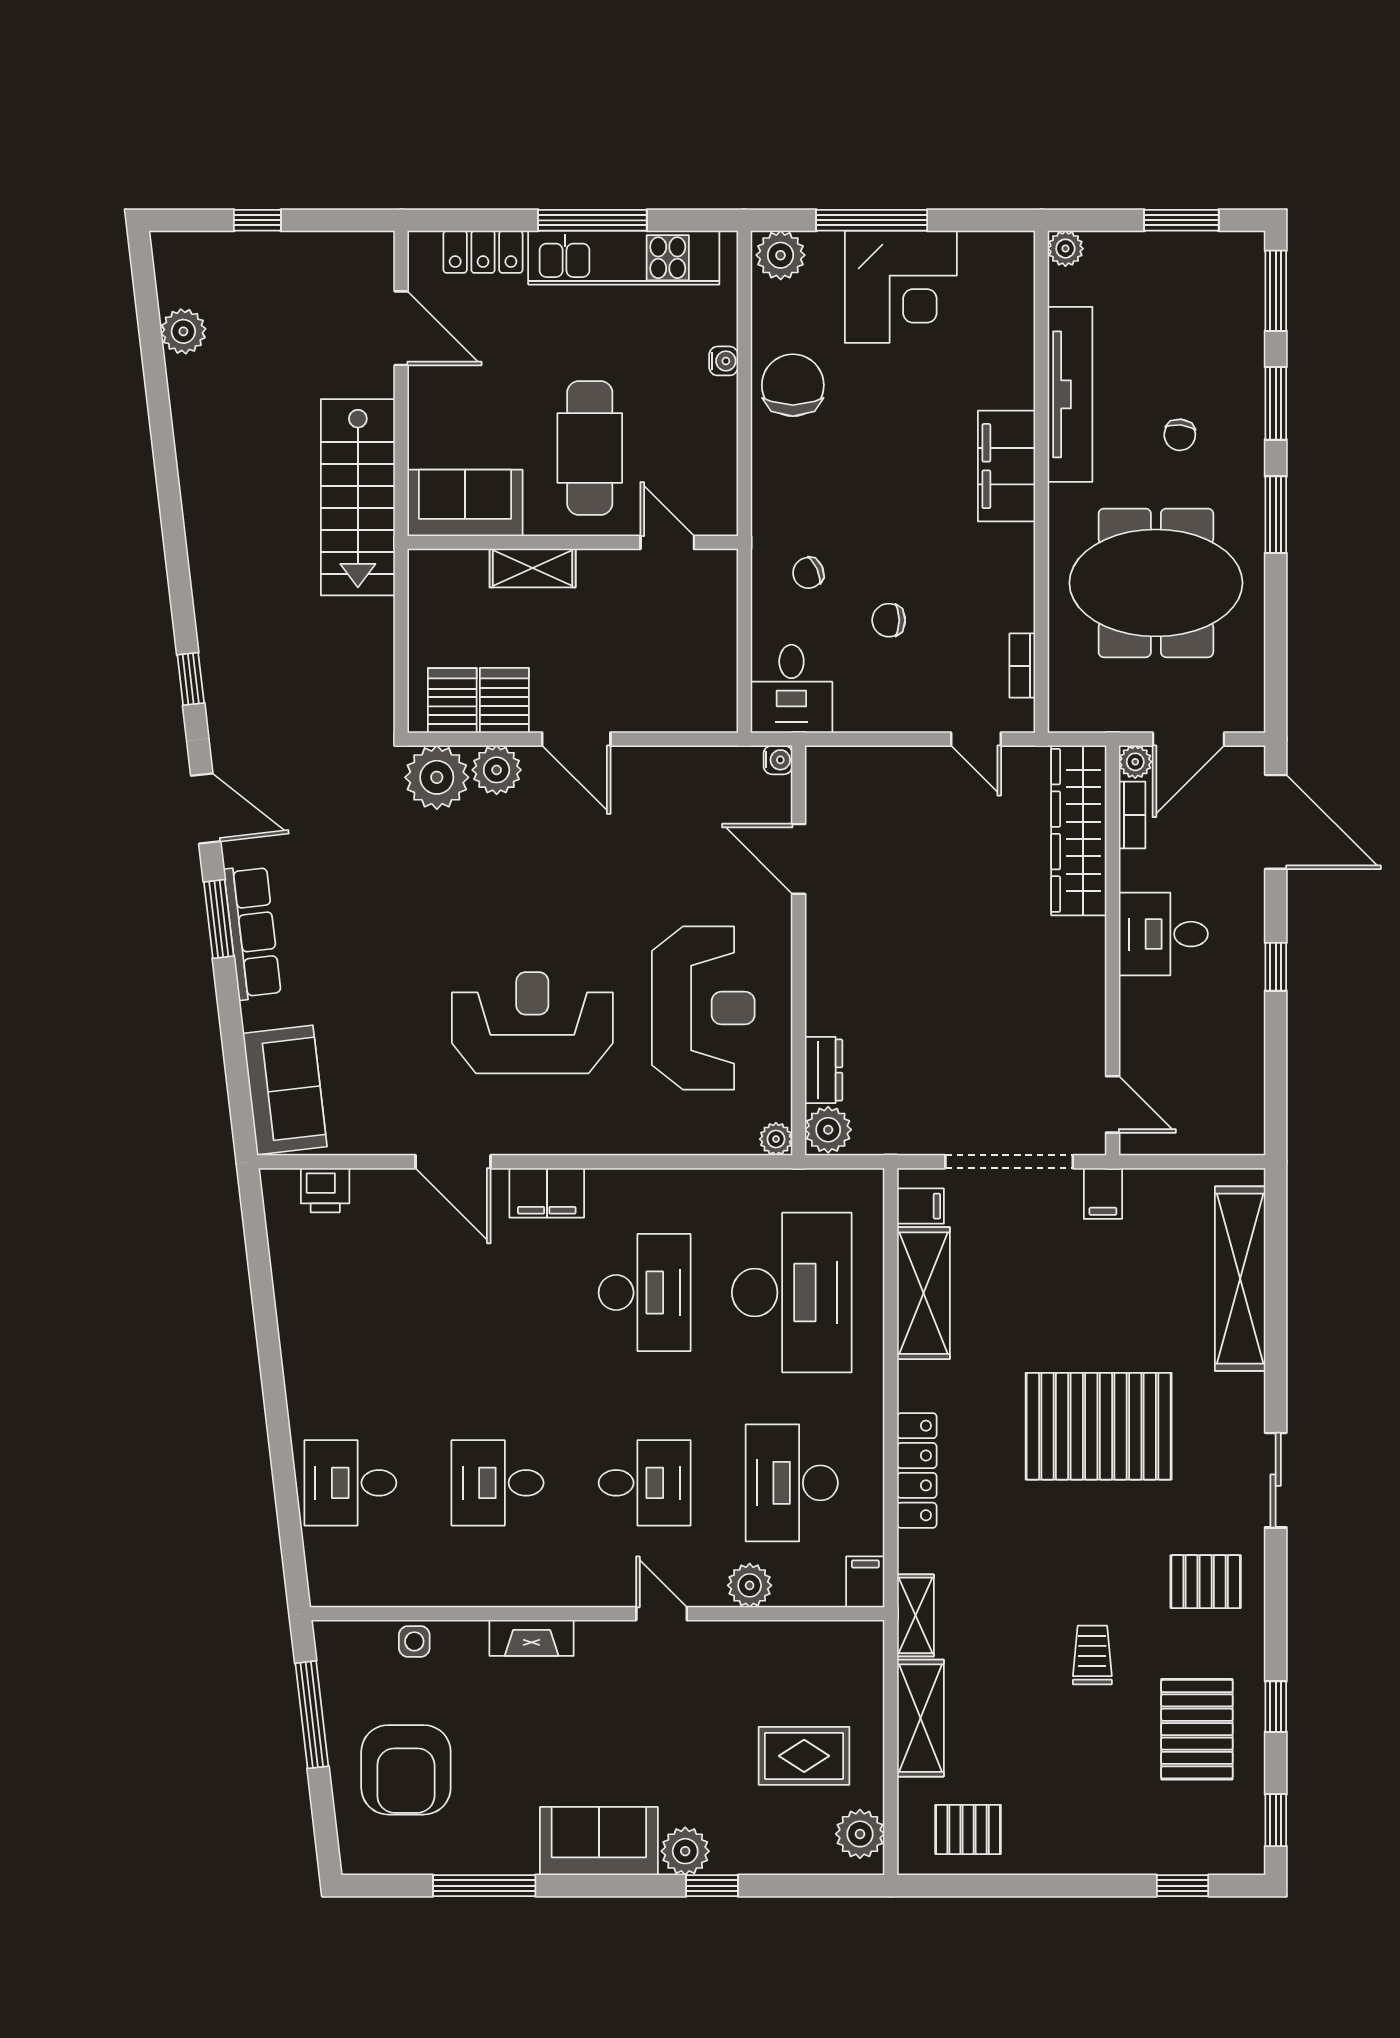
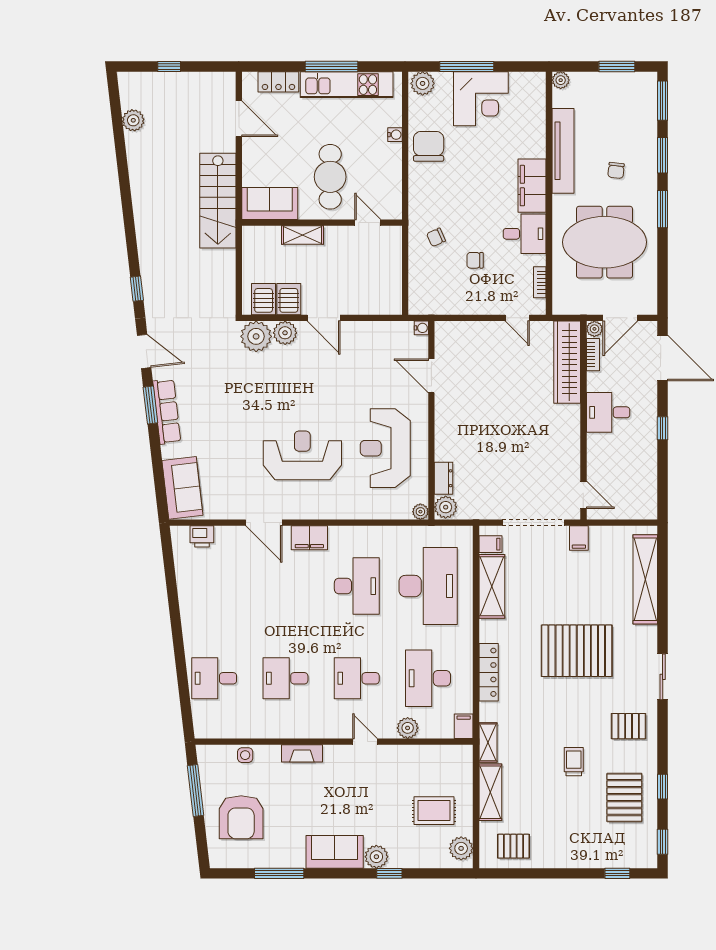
desk: (791, 689) -> (525, 234), moved, turned -90
reception desk: (703, 1008) -> (385, 448), turned 180
desk: (645, 1483) -> (357, 678), turned 180

